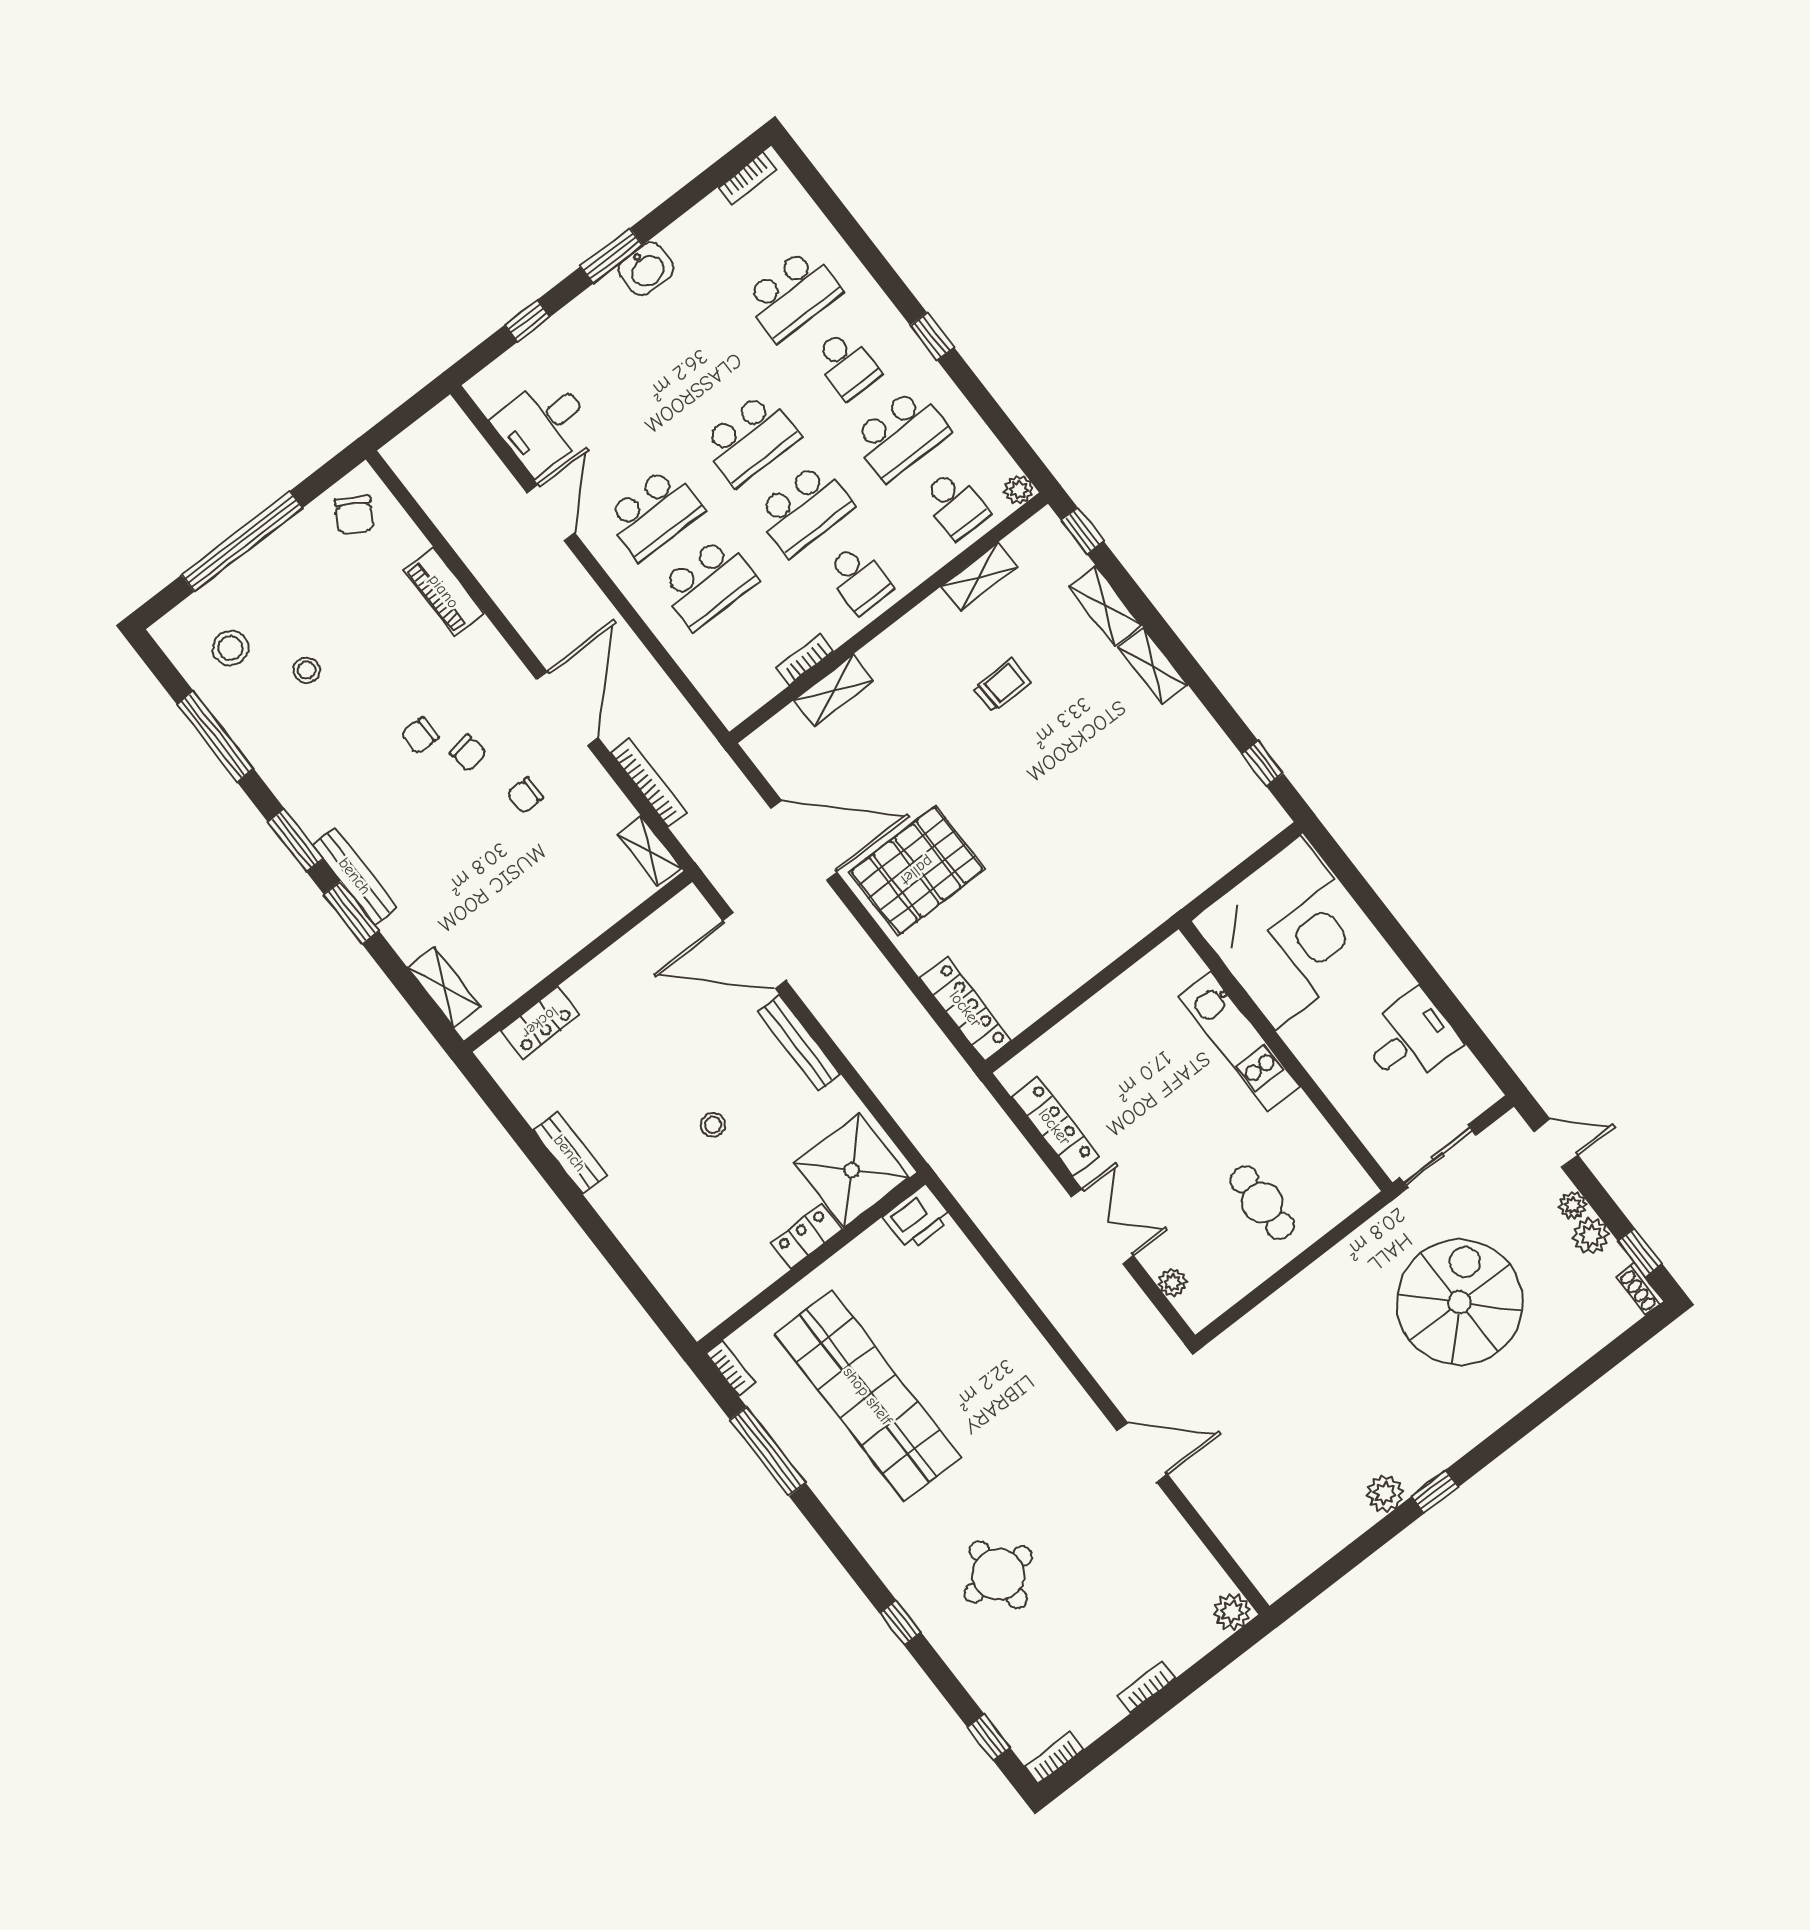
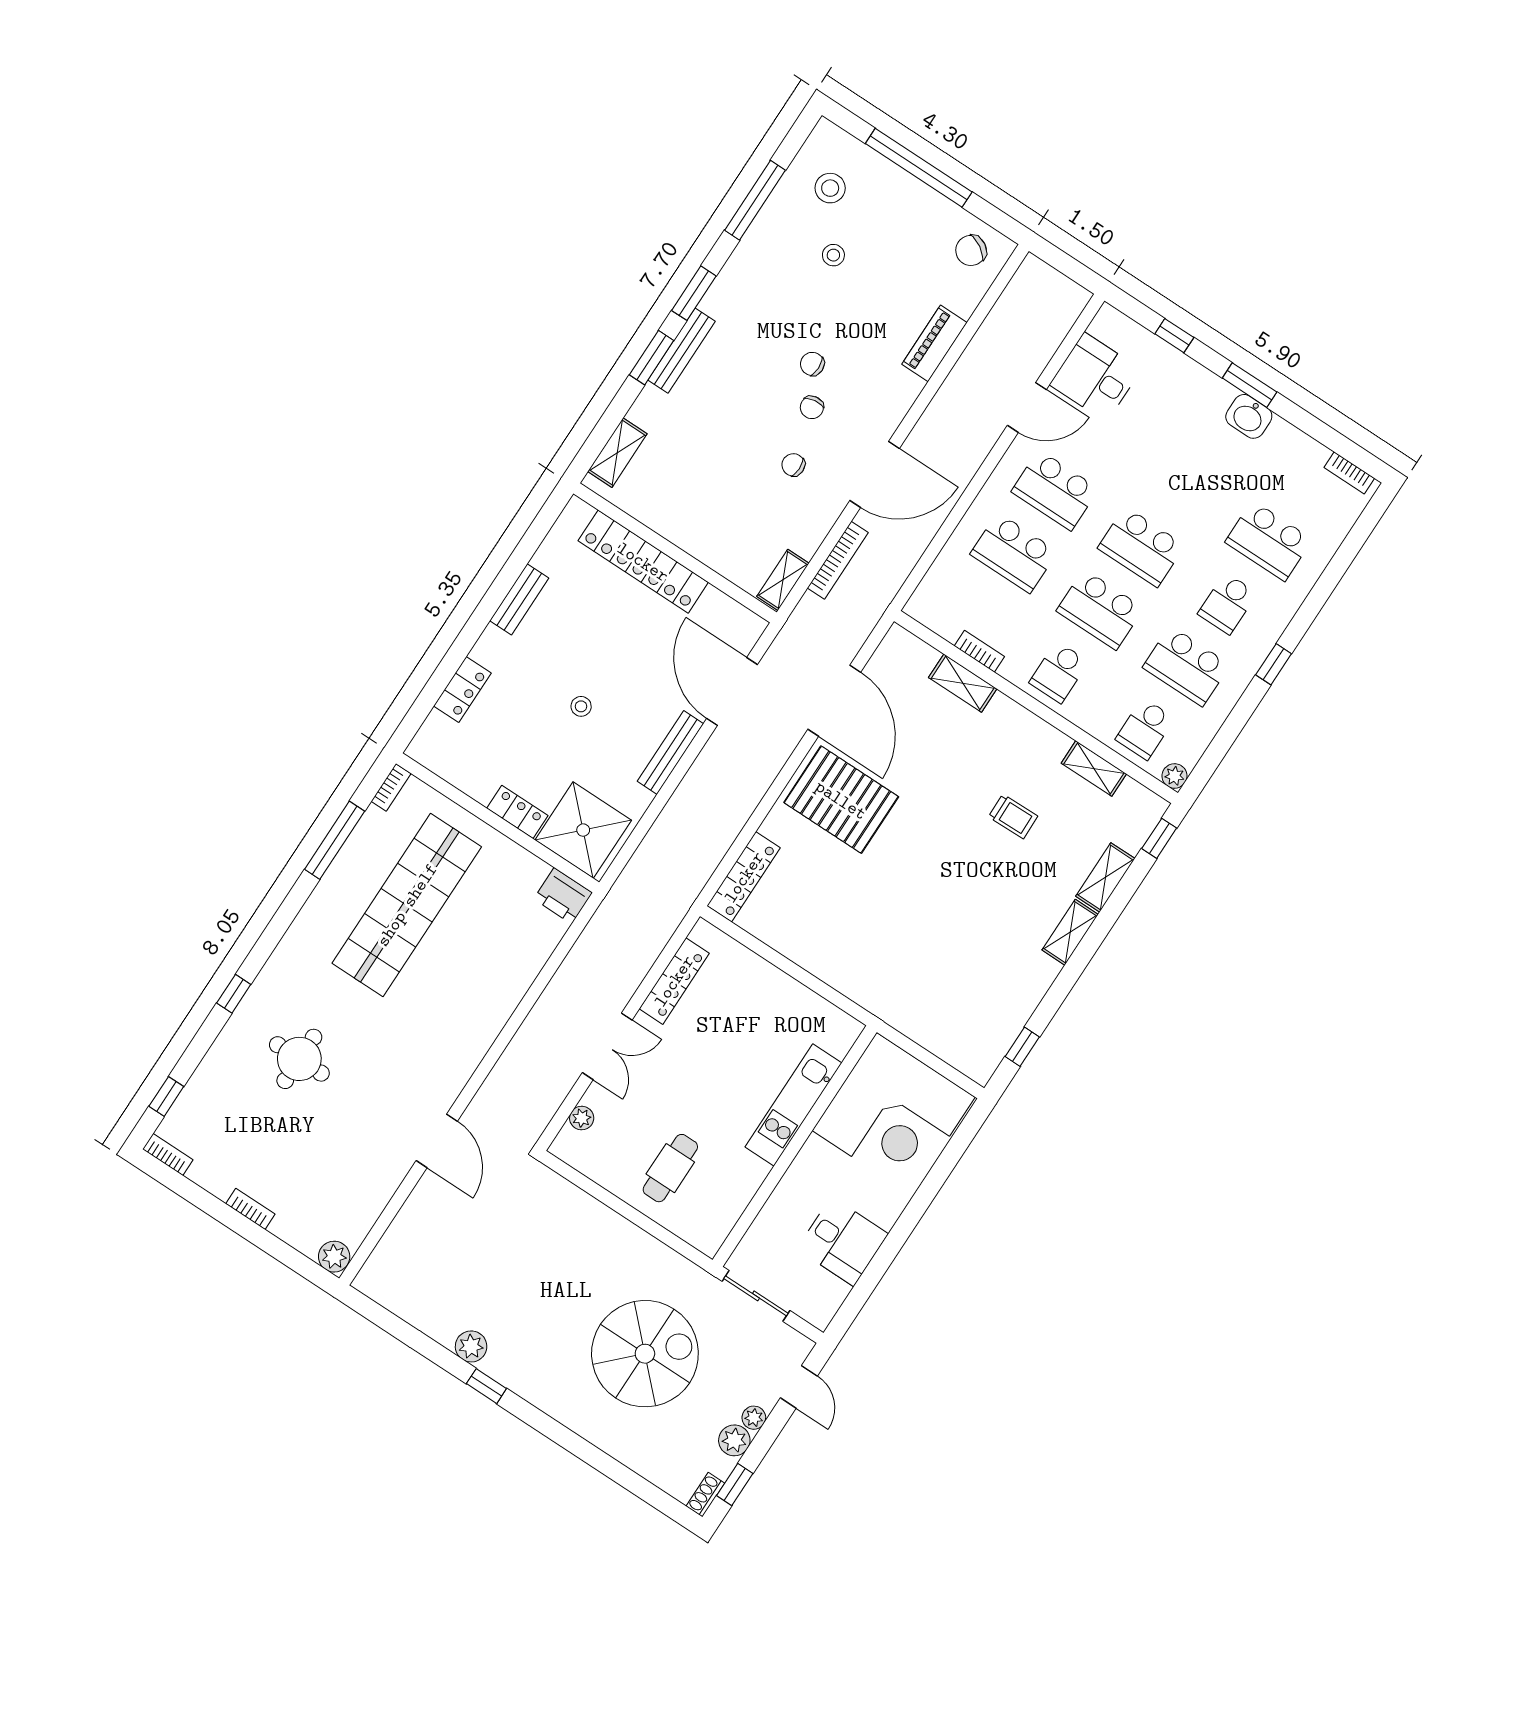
locker: (540, 1023) -> (643, 562), width x2.16, depth x1.21
locker: (649, 1251) -> (462, 689), added

